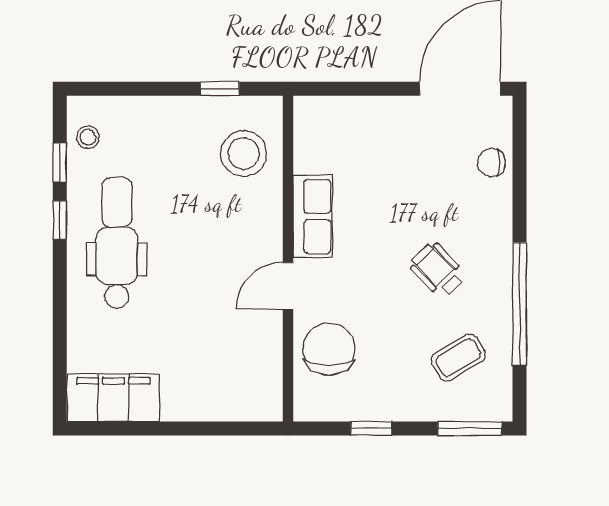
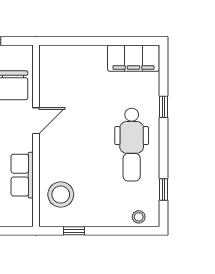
stool: (88, 137) -> (139, 217), moved
row of seats: (313, 216) -> (22, 175), moved
window: (60, 220) -> (164, 107), moved

